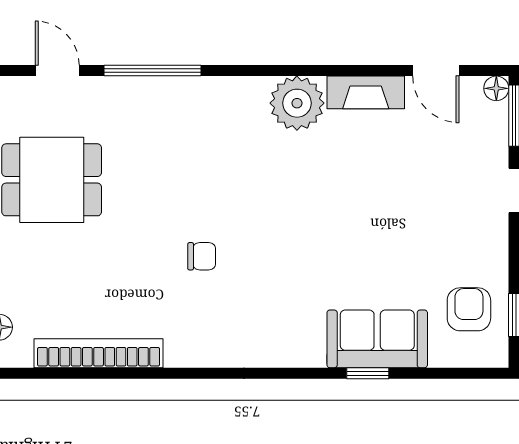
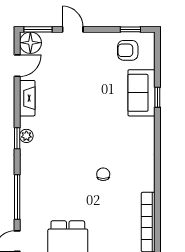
window: (279, 71) -> (17, 138), added
floor lamp: (496, 88) -> (30, 43), width x1.89, depth x1.89
plant: (297, 103) -> (26, 136), width x0.53, depth x0.53

